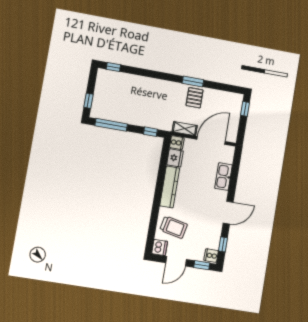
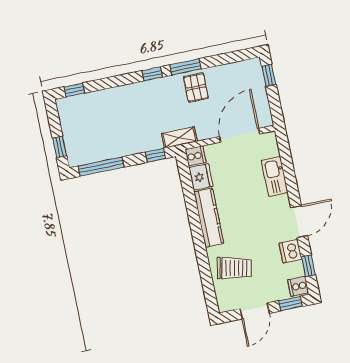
window: (169, 77) -> (152, 74), added
shelving: (185, 129) -> (179, 137), moved
dishwasher: (160, 247) -> (290, 251), moved, turned 180

